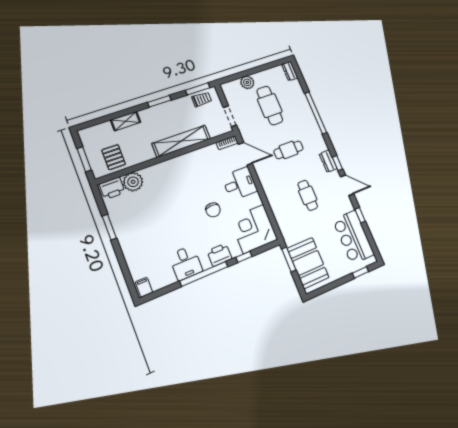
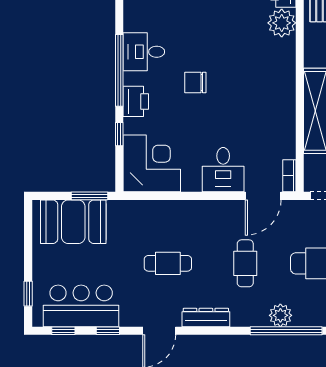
plant: (309, 119) -> (280, 315), added
dresser: (328, 161) -> (206, 318), width x1.44
window: (337, 163) -> (63, 331), moved
chair: (213, 210) -> (195, 82), moved

